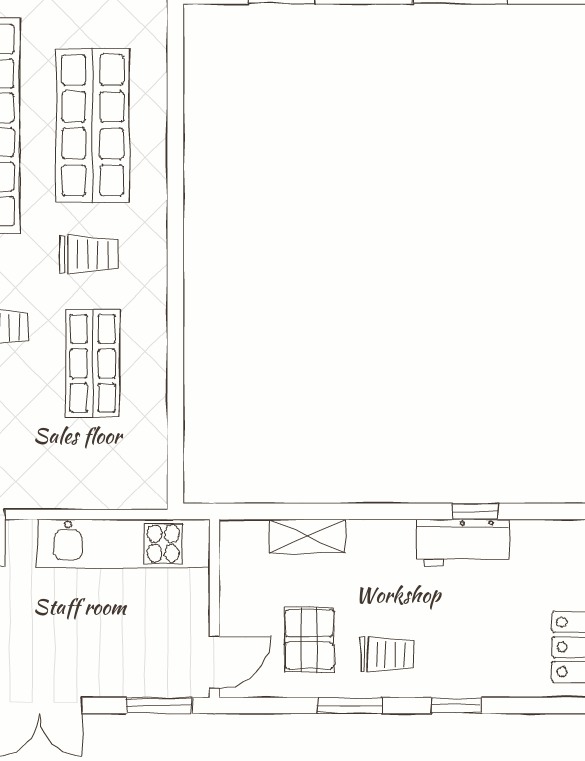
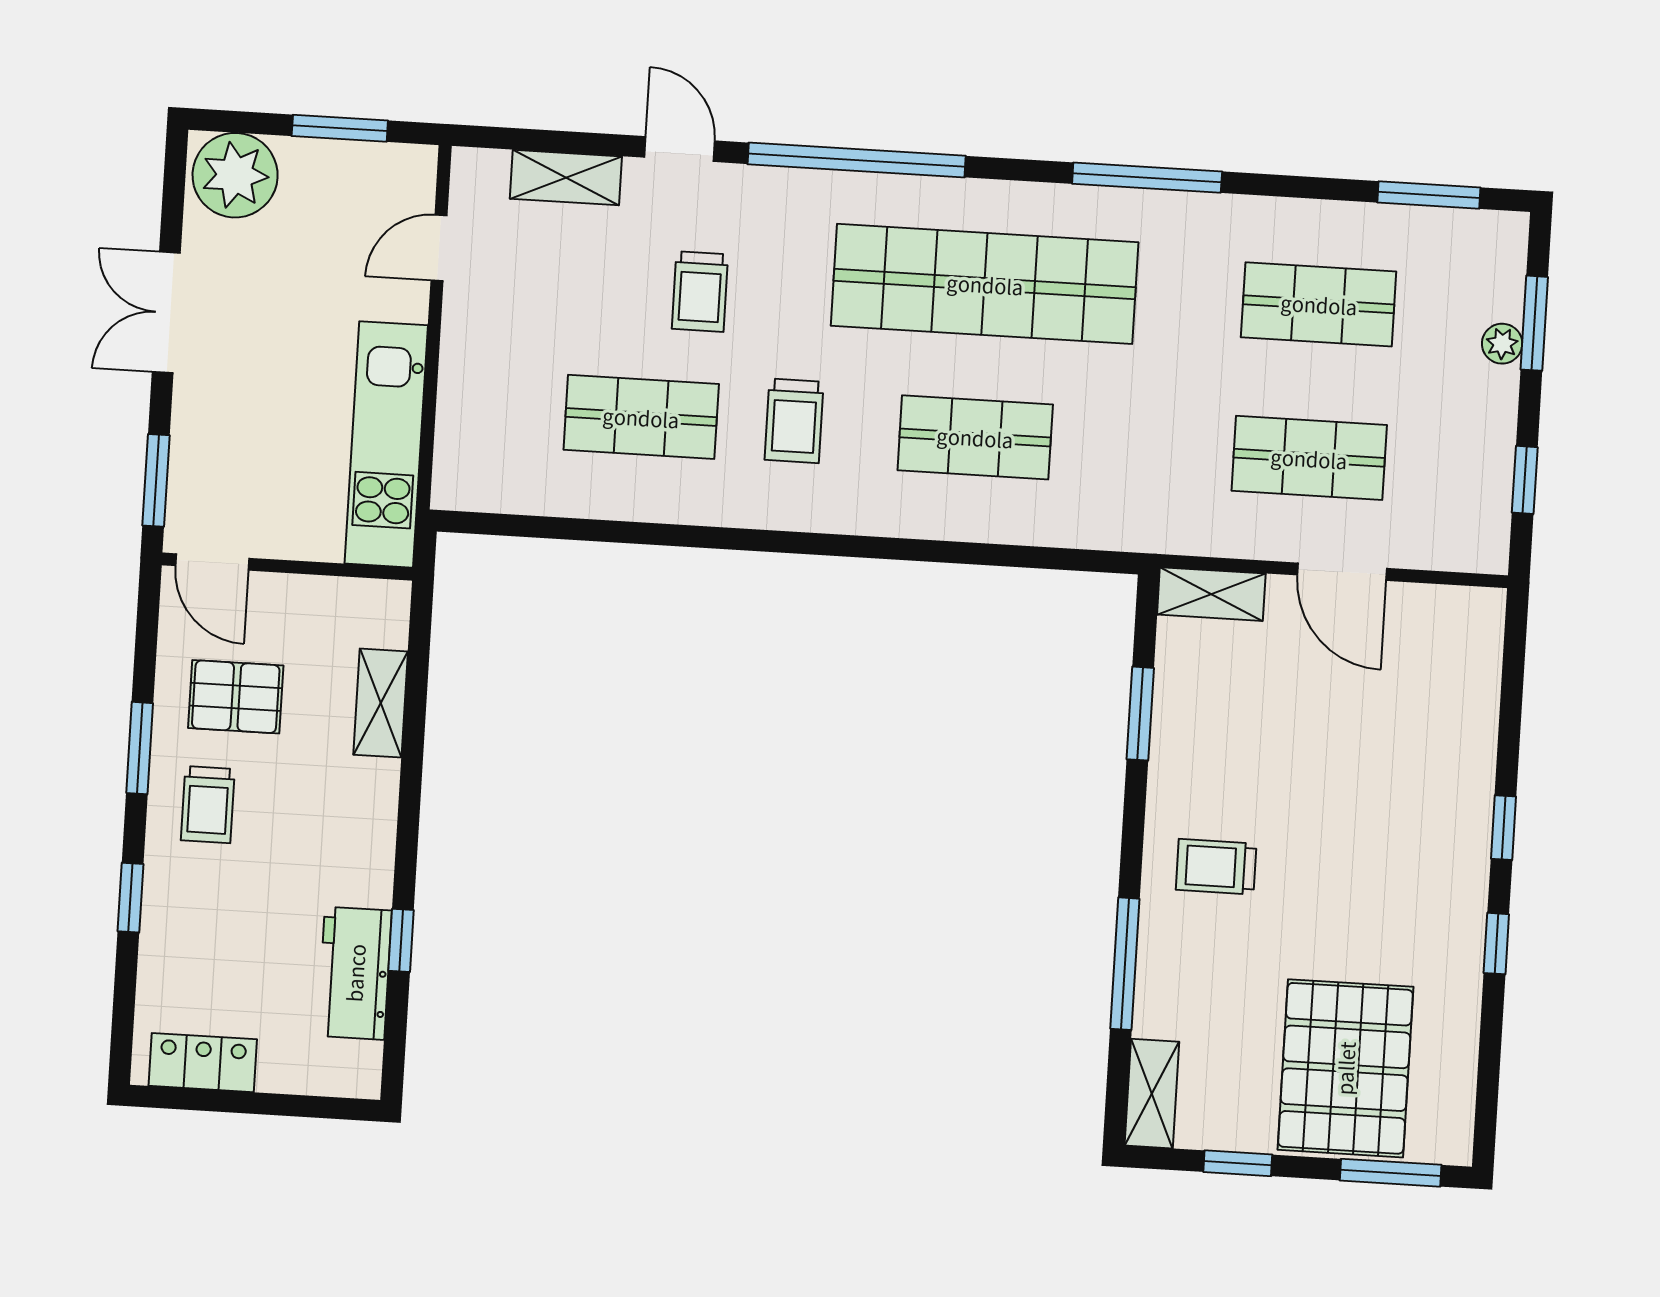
shop shelf: (93, 125) -> (975, 437), width x0.70, depth x0.74
workbench: (463, 543) -> (355, 973), moved

